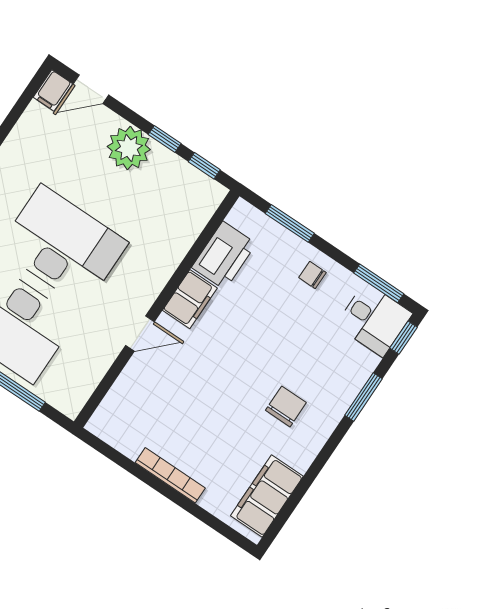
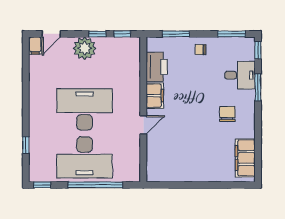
desk: (374, 319) -> (240, 75), moved
bookcase: (170, 475) -> (197, 177), removed

